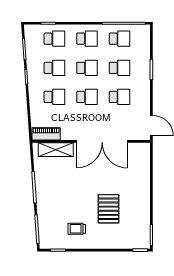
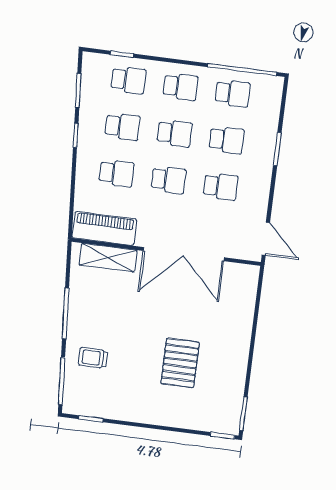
piano: (46, 134) -> (104, 228), width x1.37, depth x1.33
trolley: (77, 229) -> (93, 358), moved

